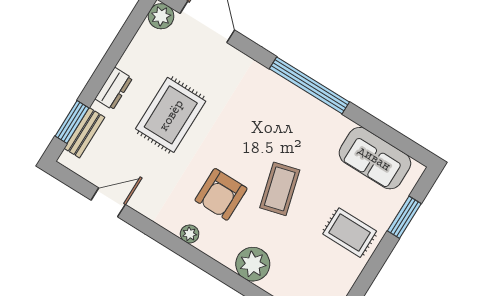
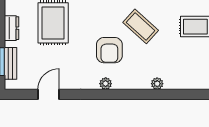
coffee table: (280, 189) -> (141, 26), turned -33
plant: (253, 264) -> (157, 84), width x0.53, depth x0.53

